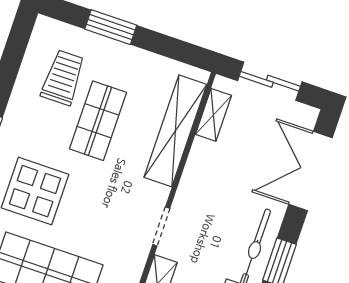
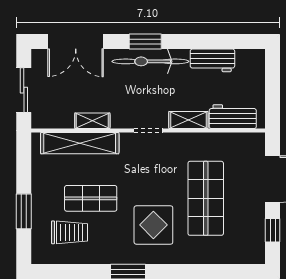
trolley: (63, 78) -> (69, 232), turned 180
shelving: (213, 115) -> (92, 121), moved

